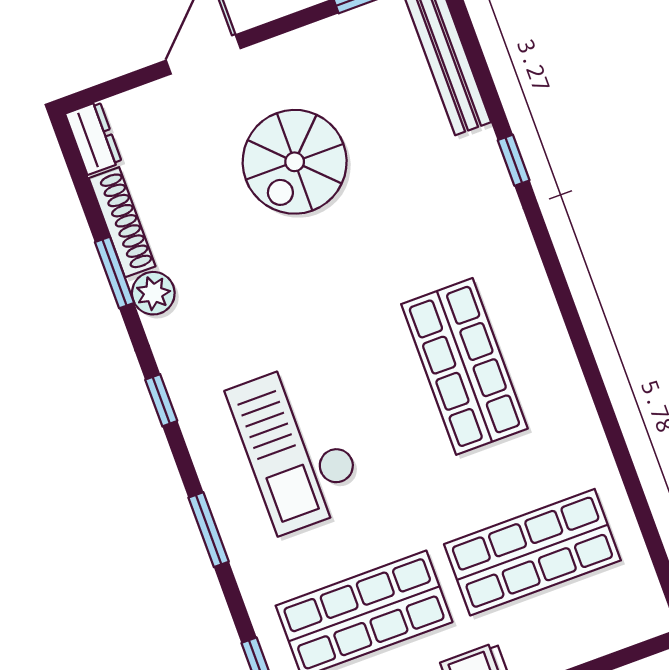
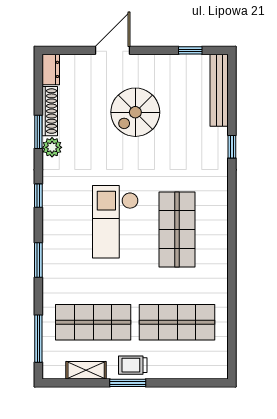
checkout: (296, 447) -> (115, 222), moved

